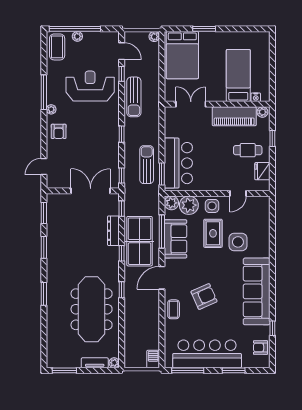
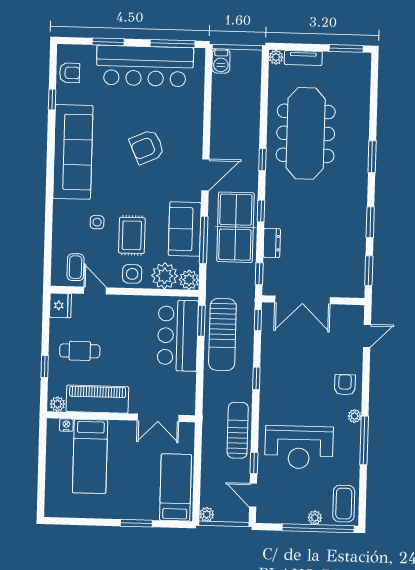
bed: (182, 55) -> (175, 487), width x0.67
sun lounger: (147, 165) -> (222, 335), width x1.36, depth x1.34
fridge: (262, 171) -> (60, 305), moved
door: (238, 193) -> (95, 291), hinge flipped
dresser: (113, 231) -> (272, 243), width x0.70
side table: (238, 242) -> (97, 222), width x0.54, depth x0.54
coffee table: (174, 309) -> (76, 267), moved

